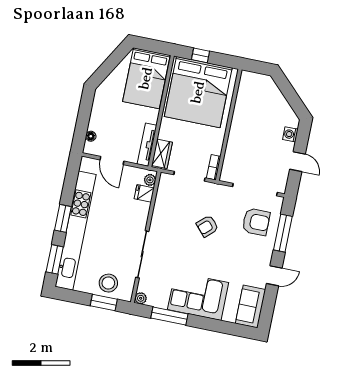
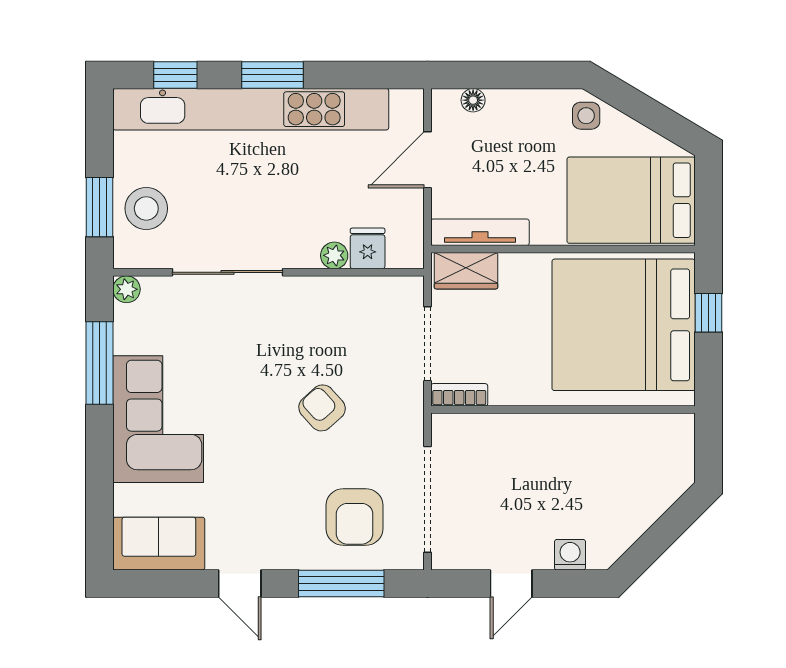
side table: (107, 90) -> (586, 116), added
plant: (150, 180) -> (334, 255), moved
window: (55, 259) -> (175, 75), width x0.67

